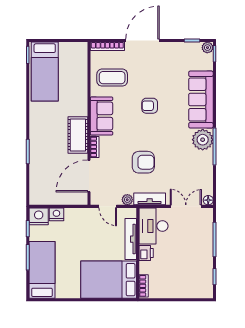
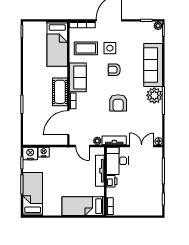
bed: (45, 72) -> (57, 44), moved
side table: (144, 77) -> (110, 48), added
armchair: (143, 162) -> (118, 103), moved, turned 90
bed: (109, 280) -> (83, 206), width x0.67

